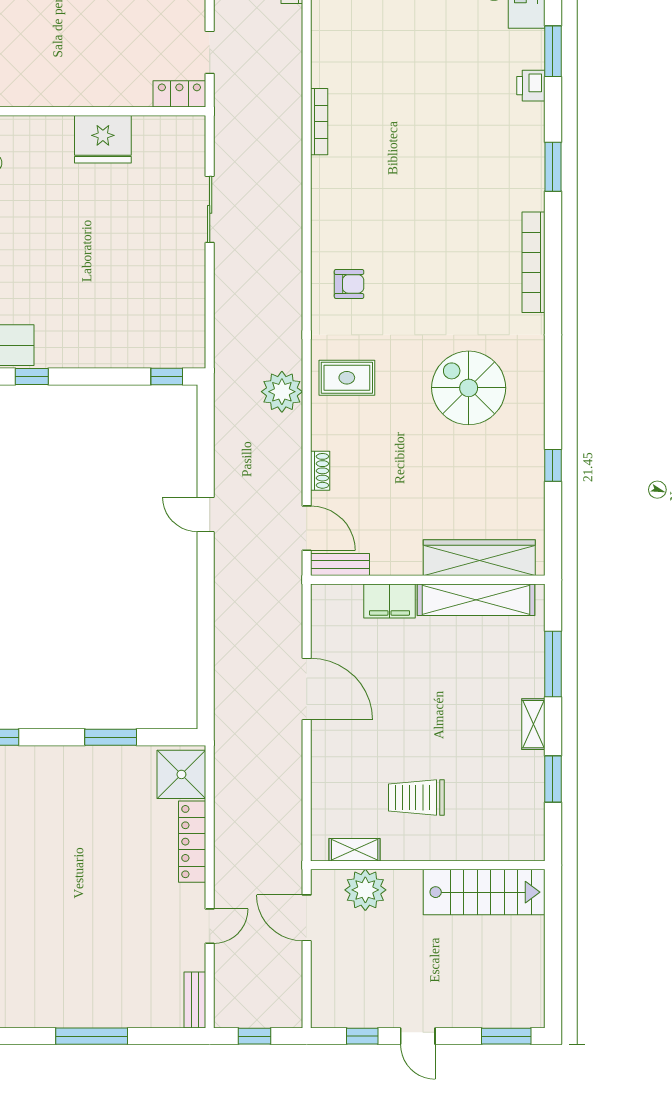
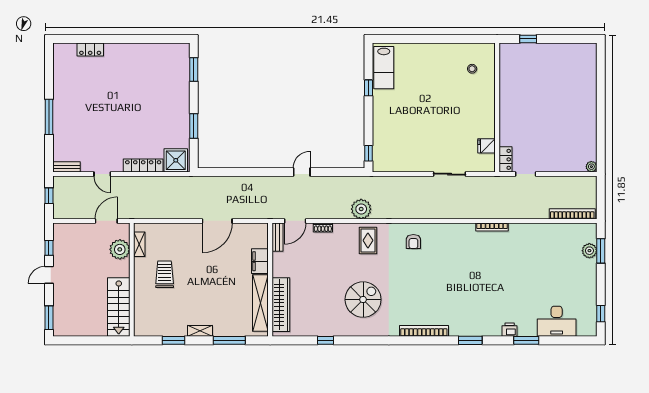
fridge: (103, 139) -> (486, 146), moved, width x0.53, depth x0.75

